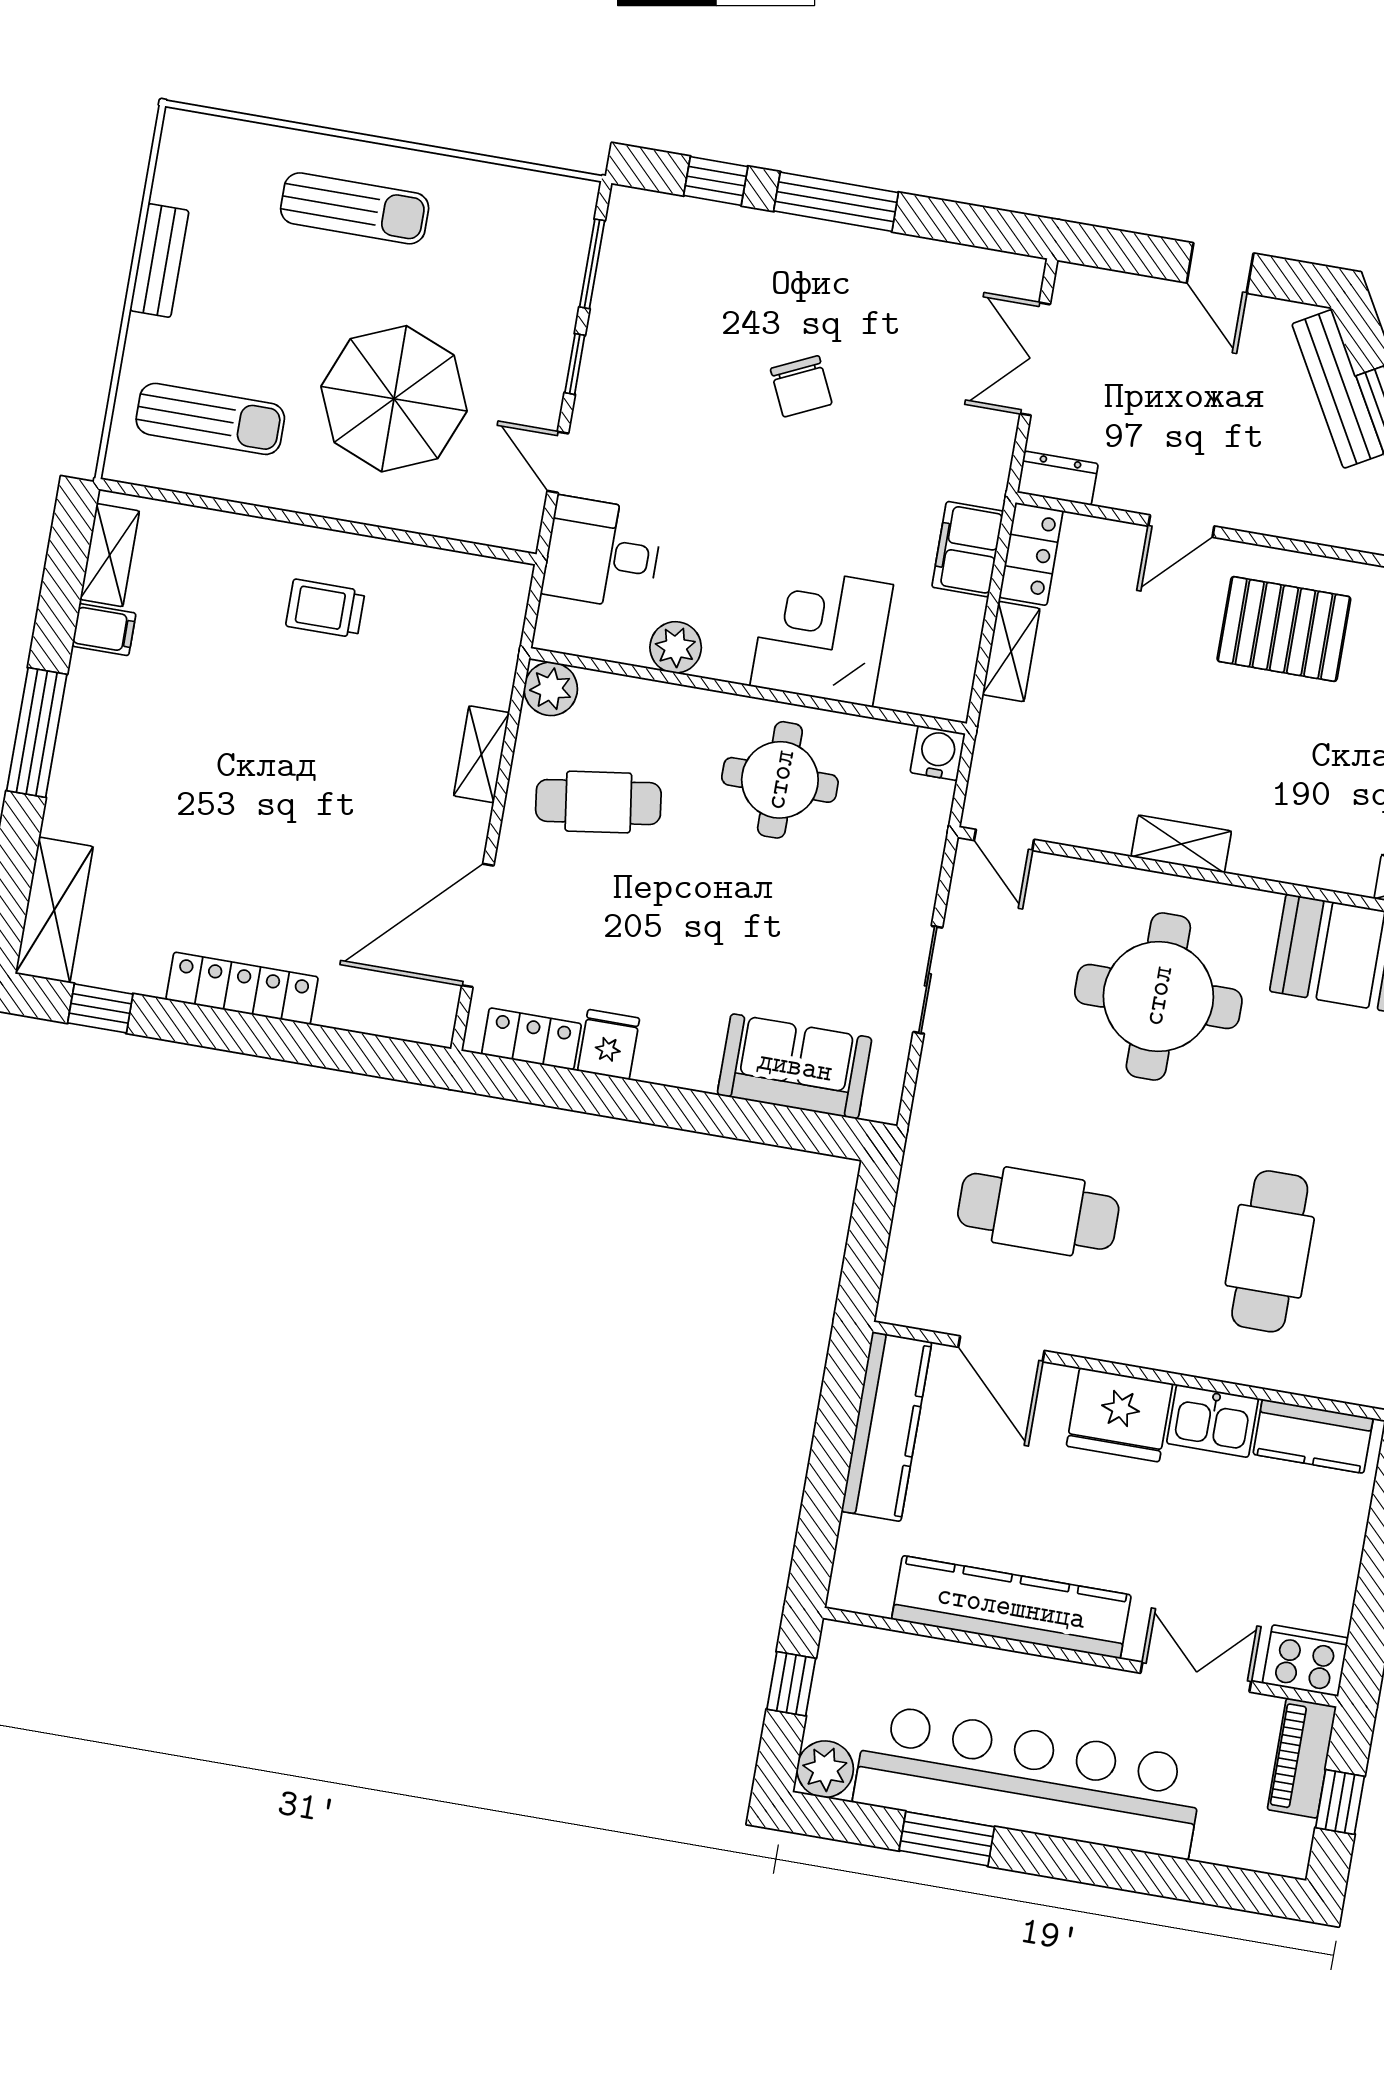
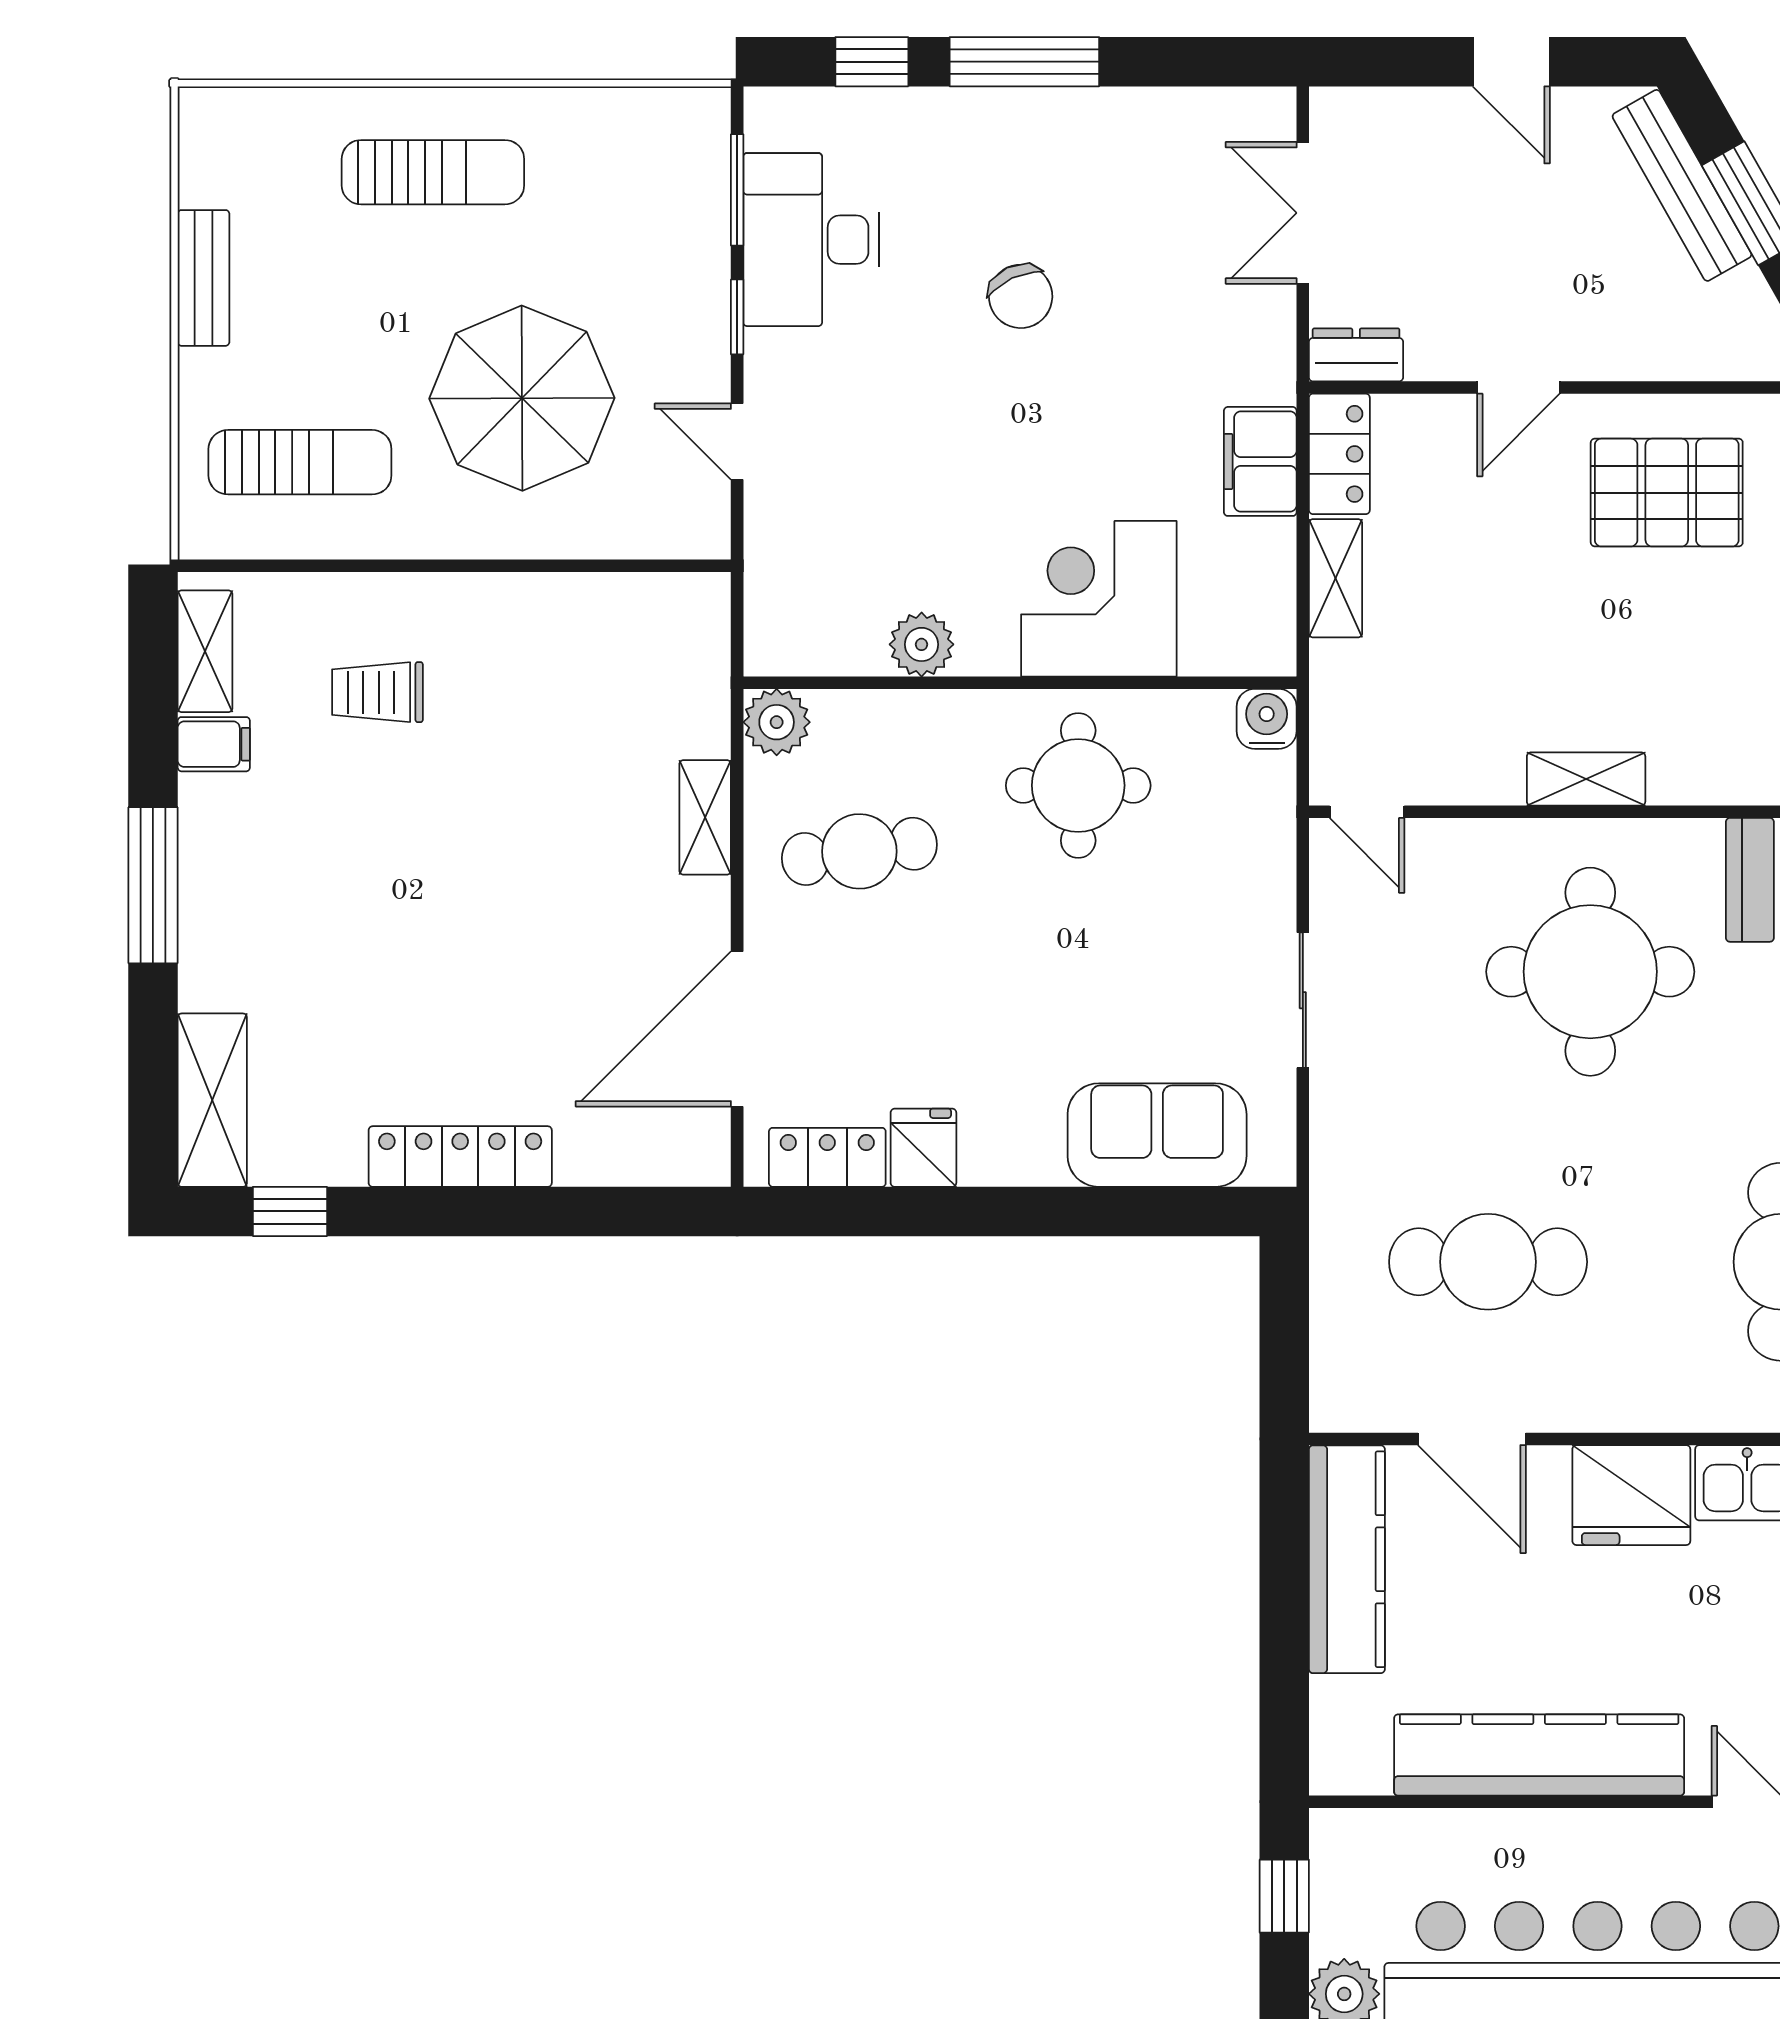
desk: (602, 553) -> (811, 240), moved, width x1.37
trolley: (325, 609) -> (377, 692), moved

